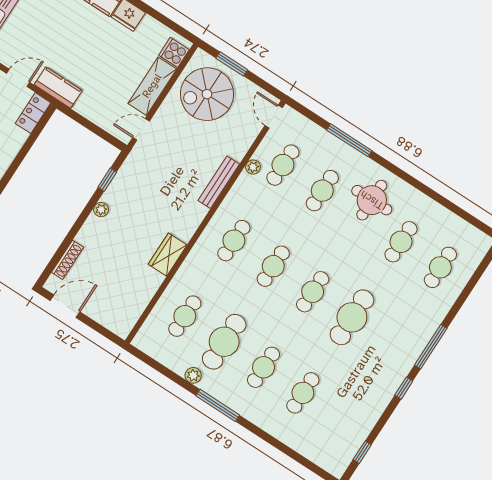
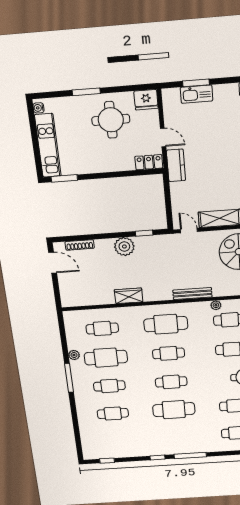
plant: (101, 210) -> (124, 247), width x1.88, depth x1.88
cafe table: (234, 241) -> (166, 324), width x1.37, depth x1.35

